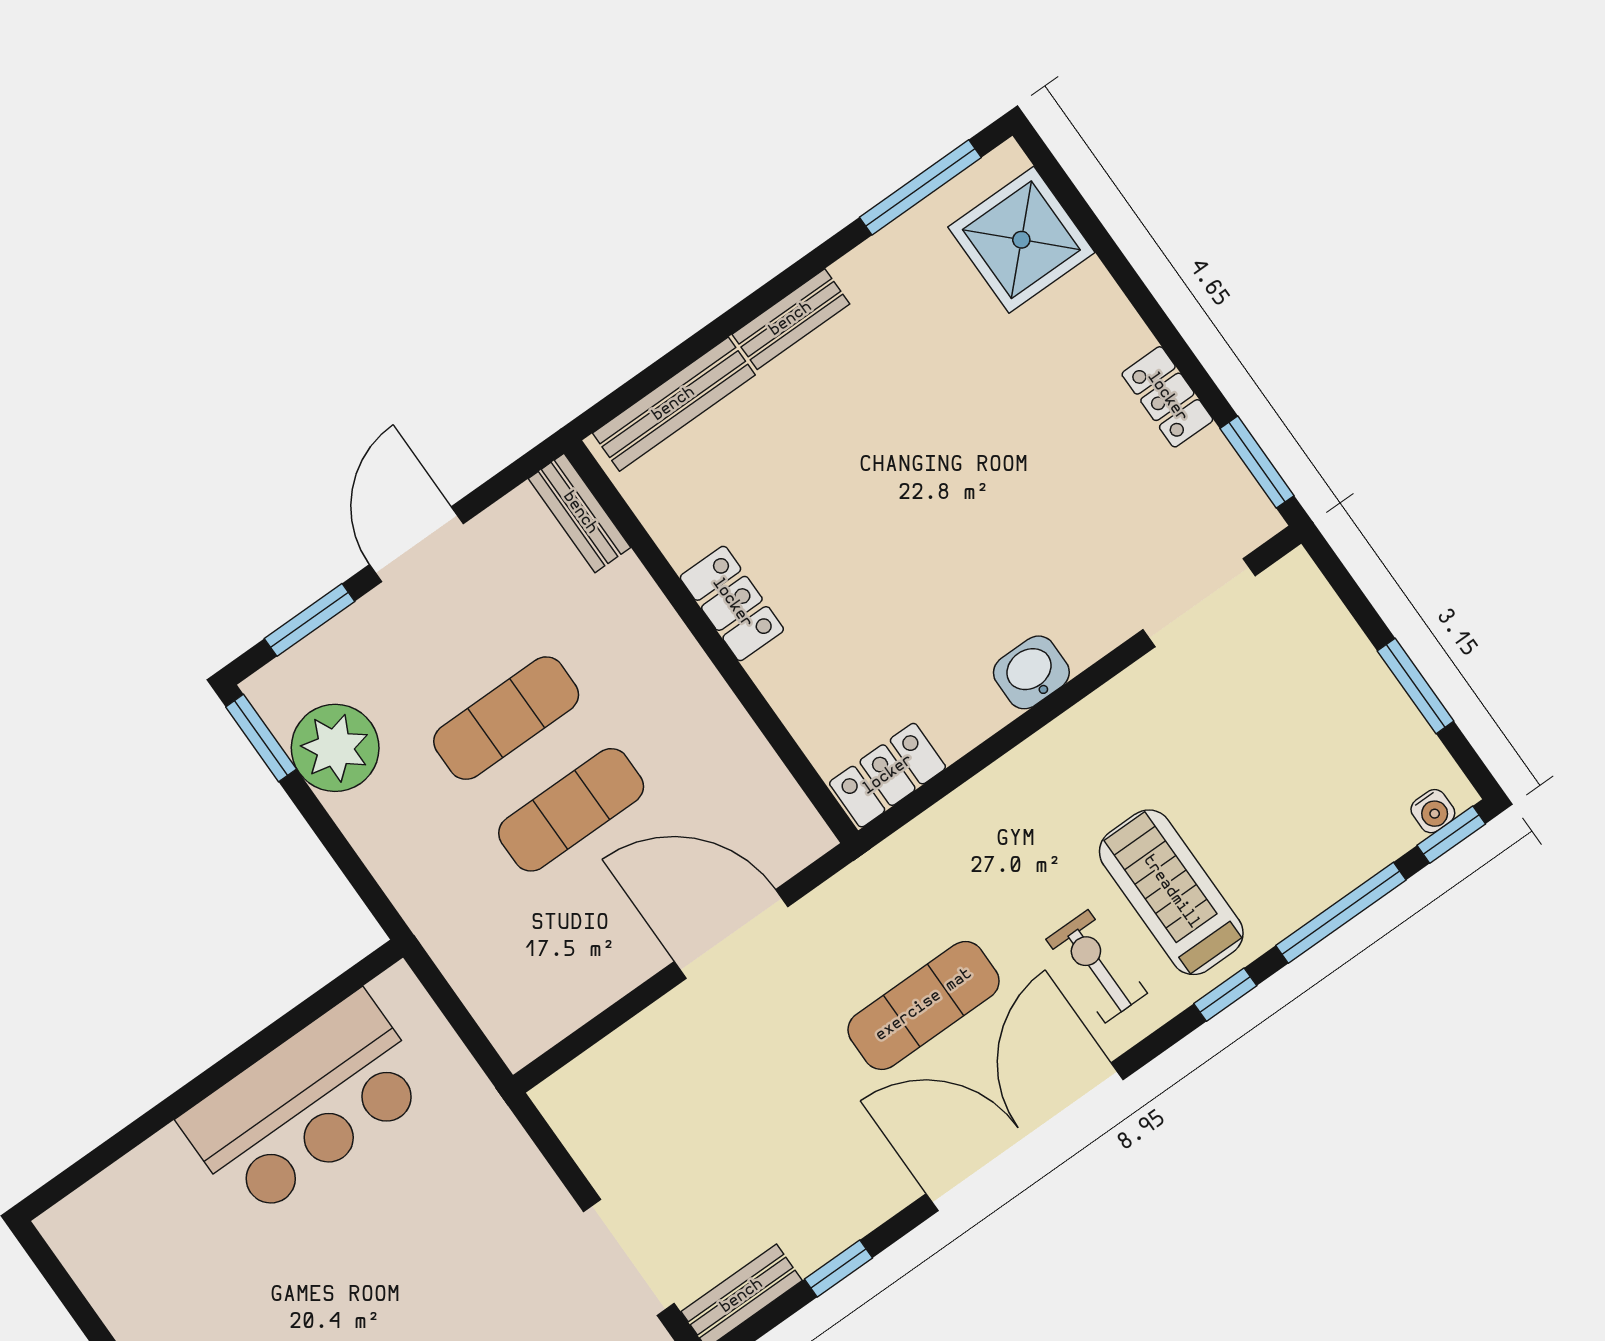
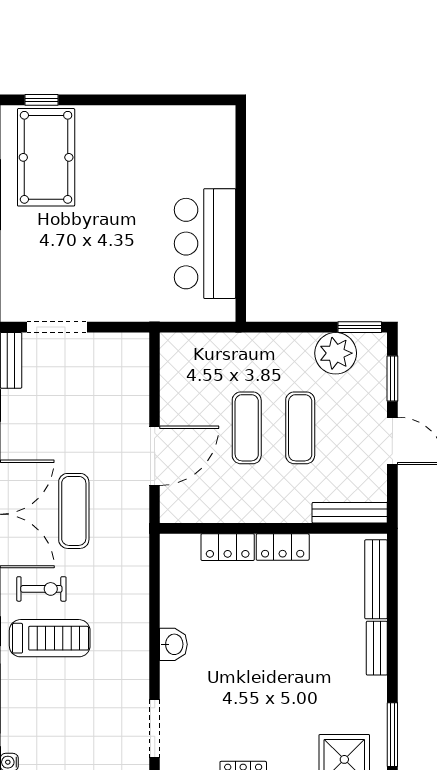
bench: (580, 513) -> (350, 513), width x1.36
locker: (888, 775) -> (228, 547), moved, turned 90

